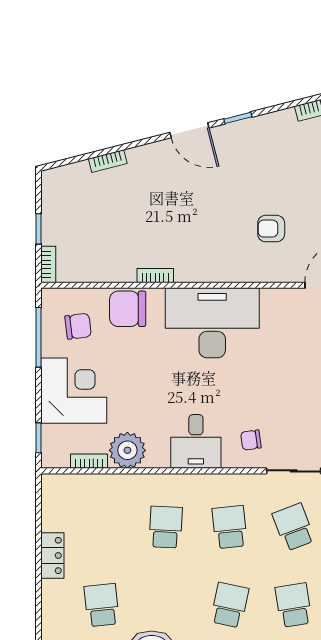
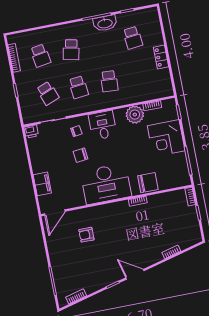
armchair: (271, 229) -> (86, 235), turned 180
chair: (78, 326) -> (80, 155), moved

